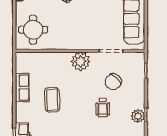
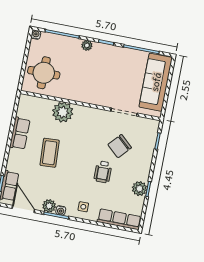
plant: (81, 61) -> (63, 112), moved

